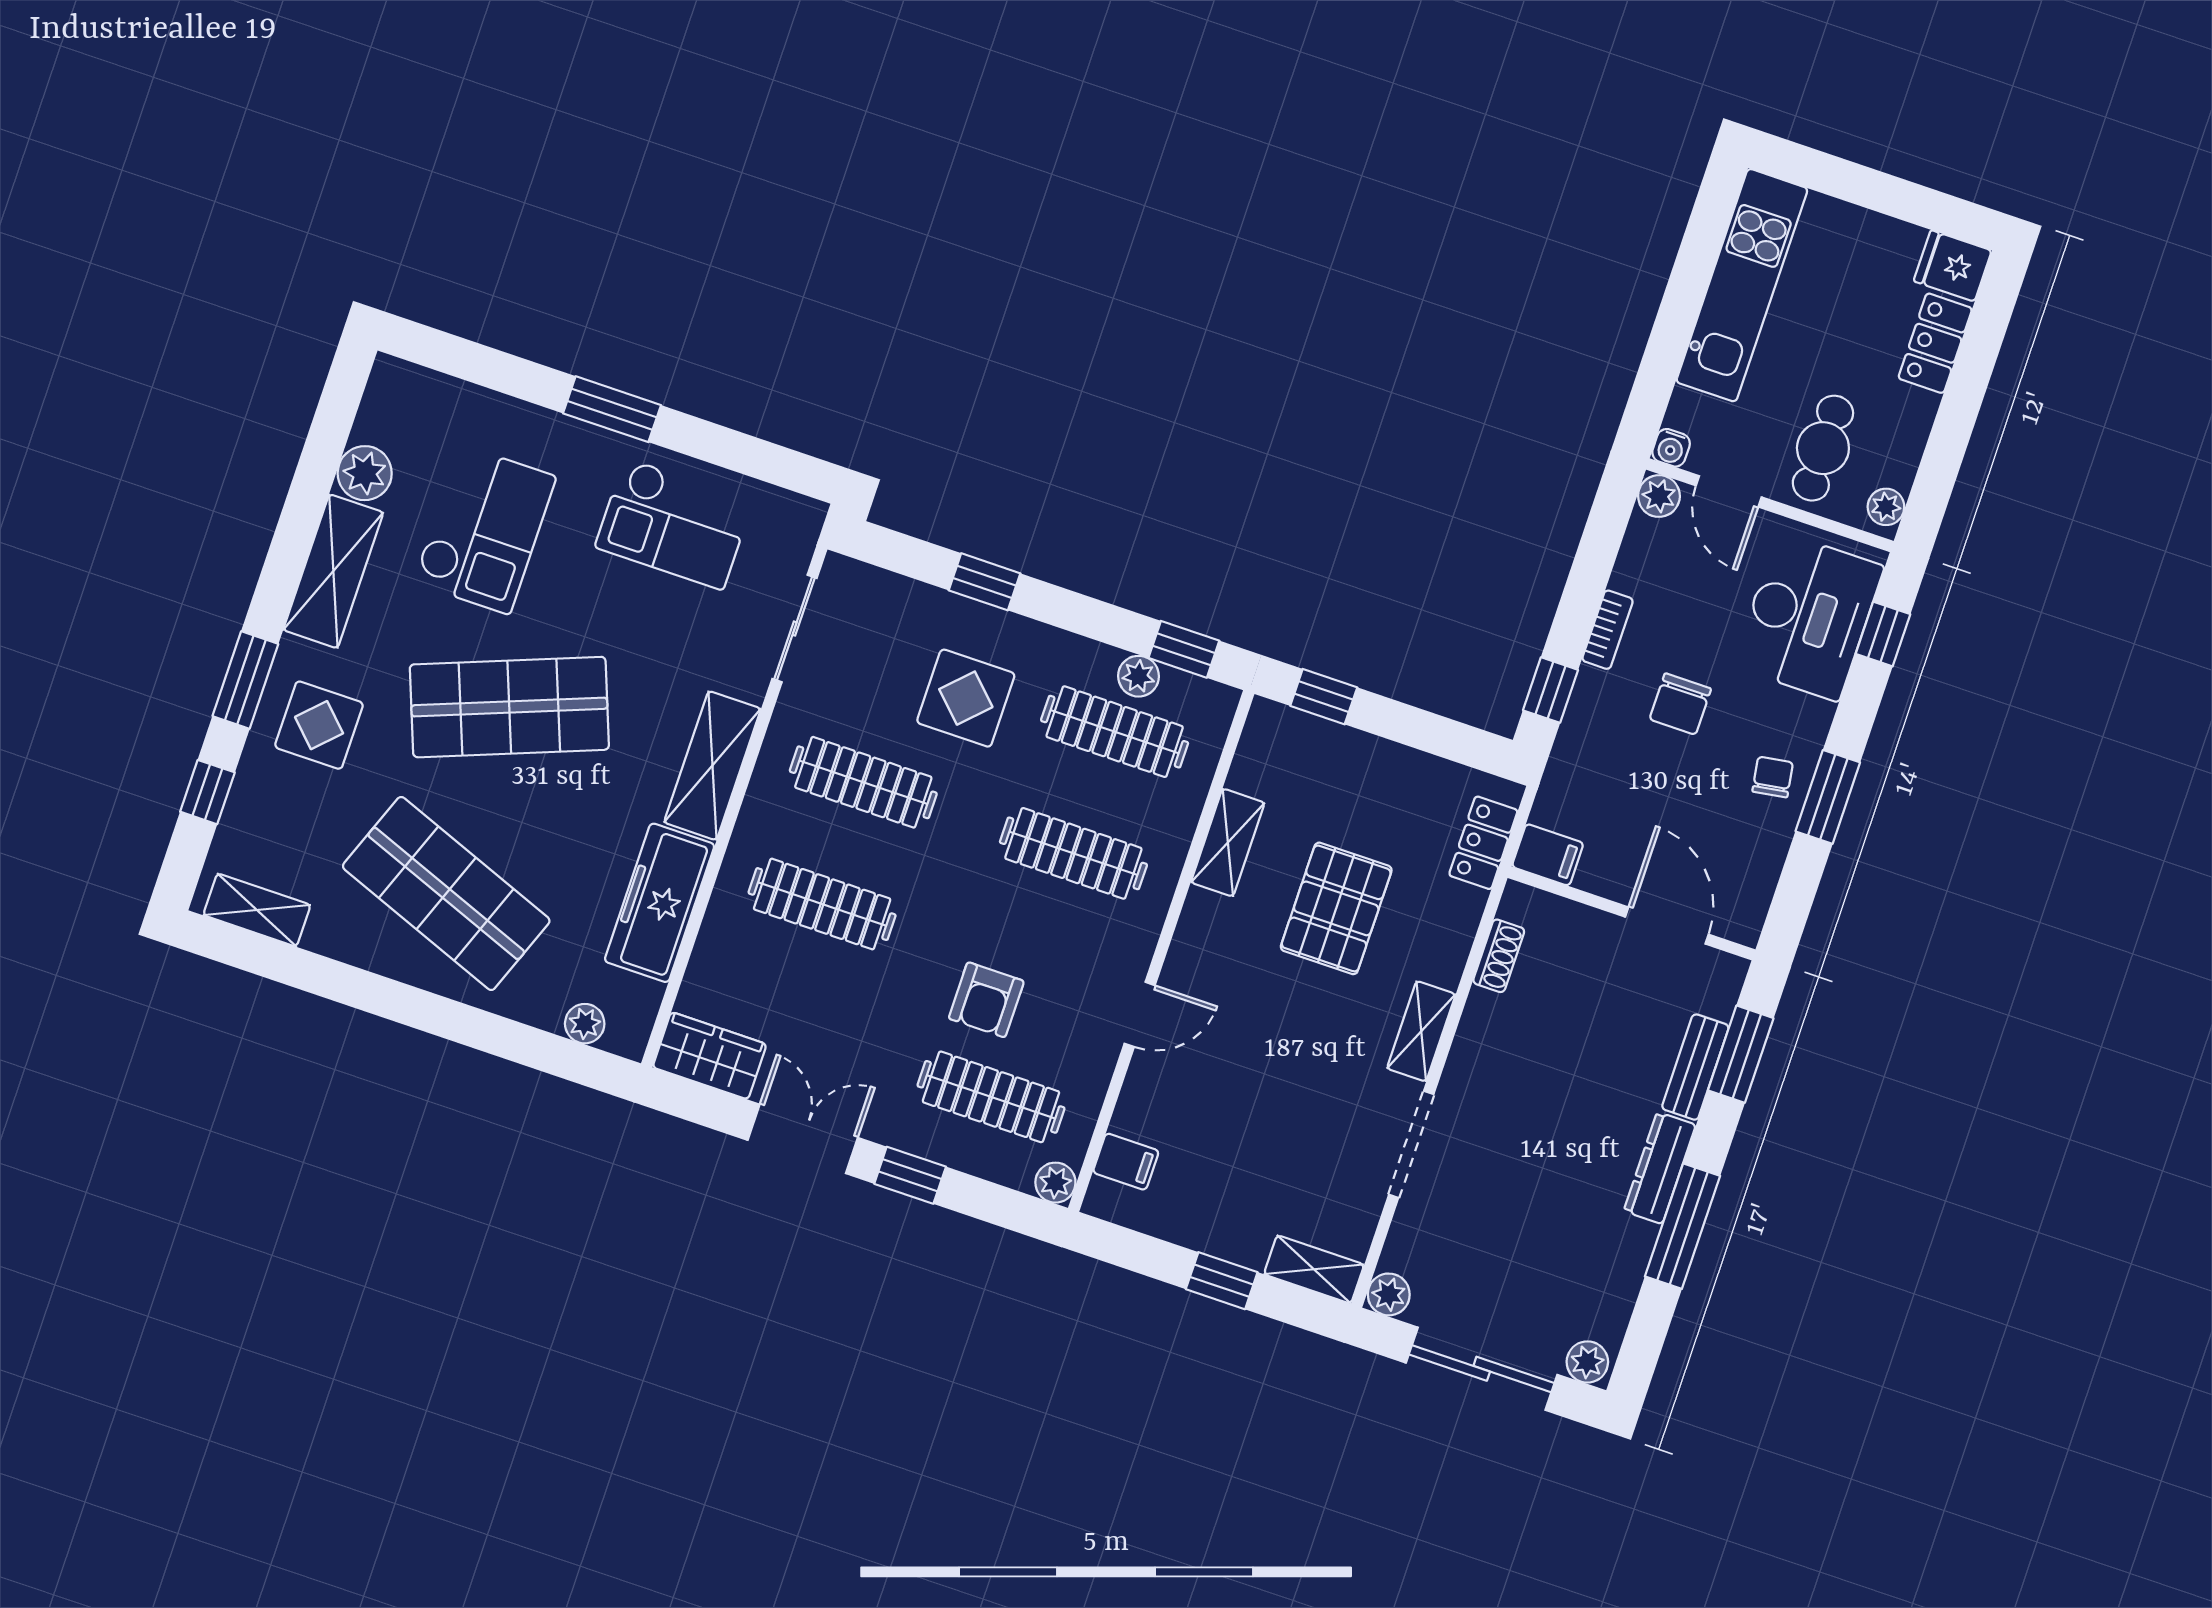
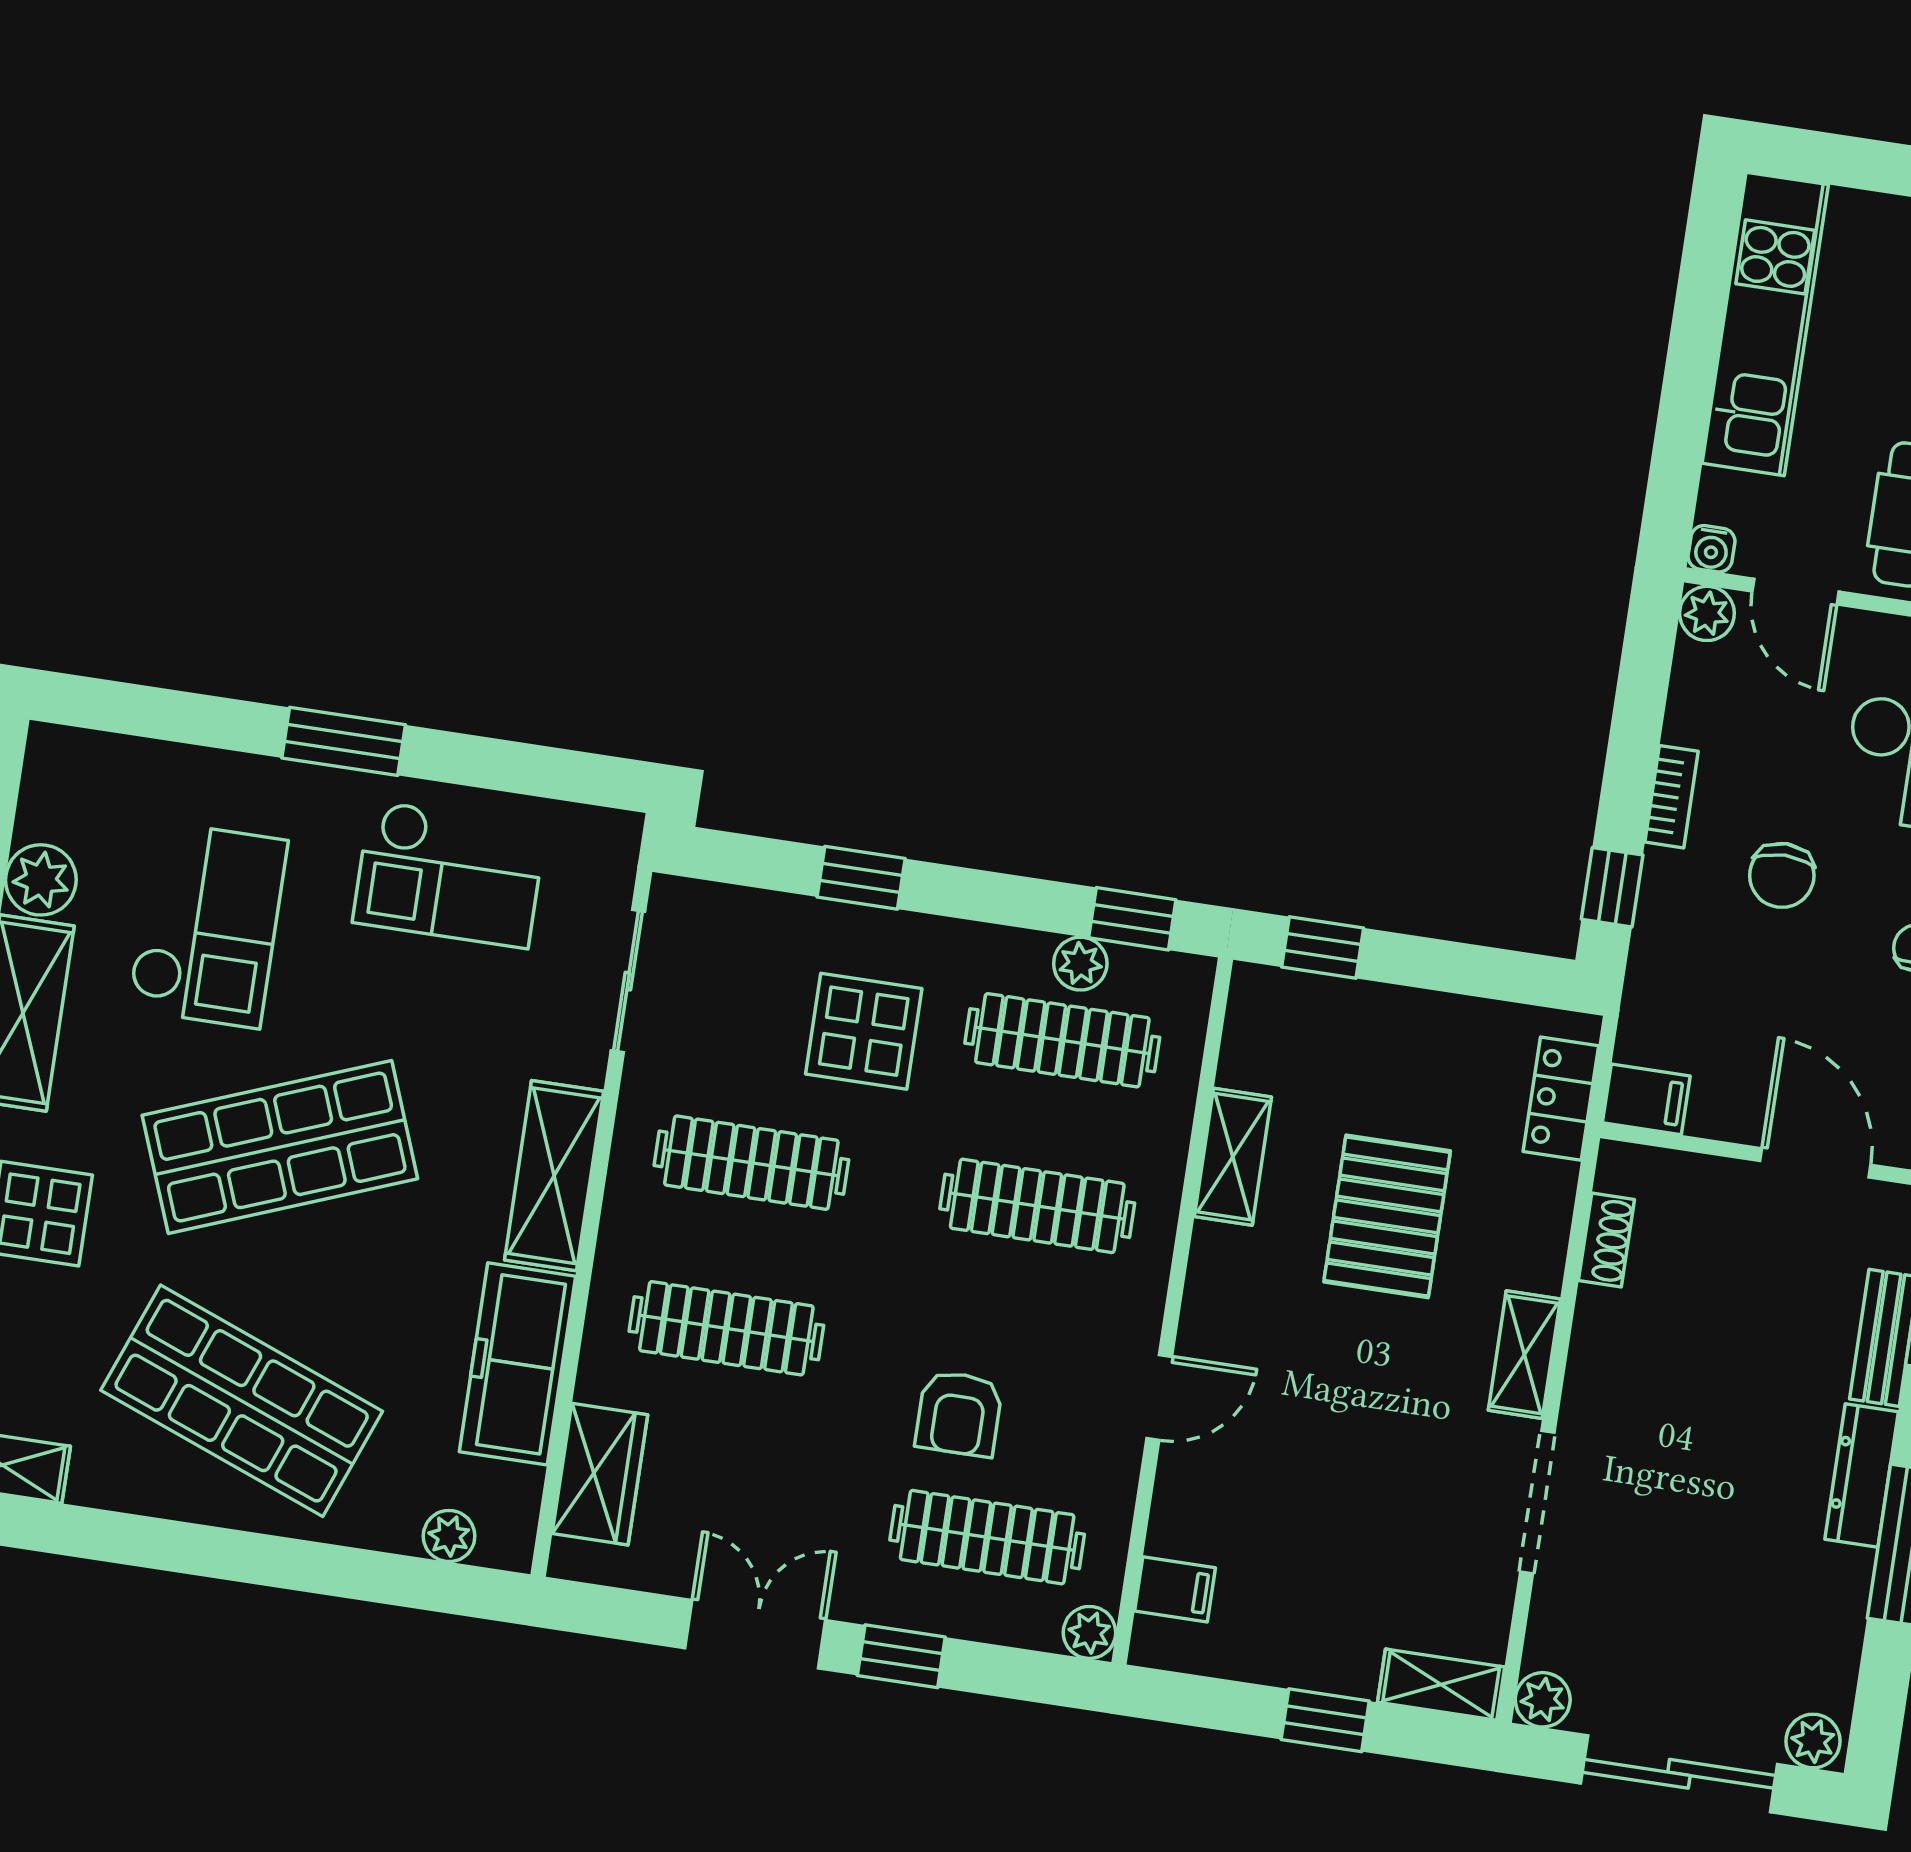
wardrobe: (710, 1056) -> (600, 1474), moved, turned 90

